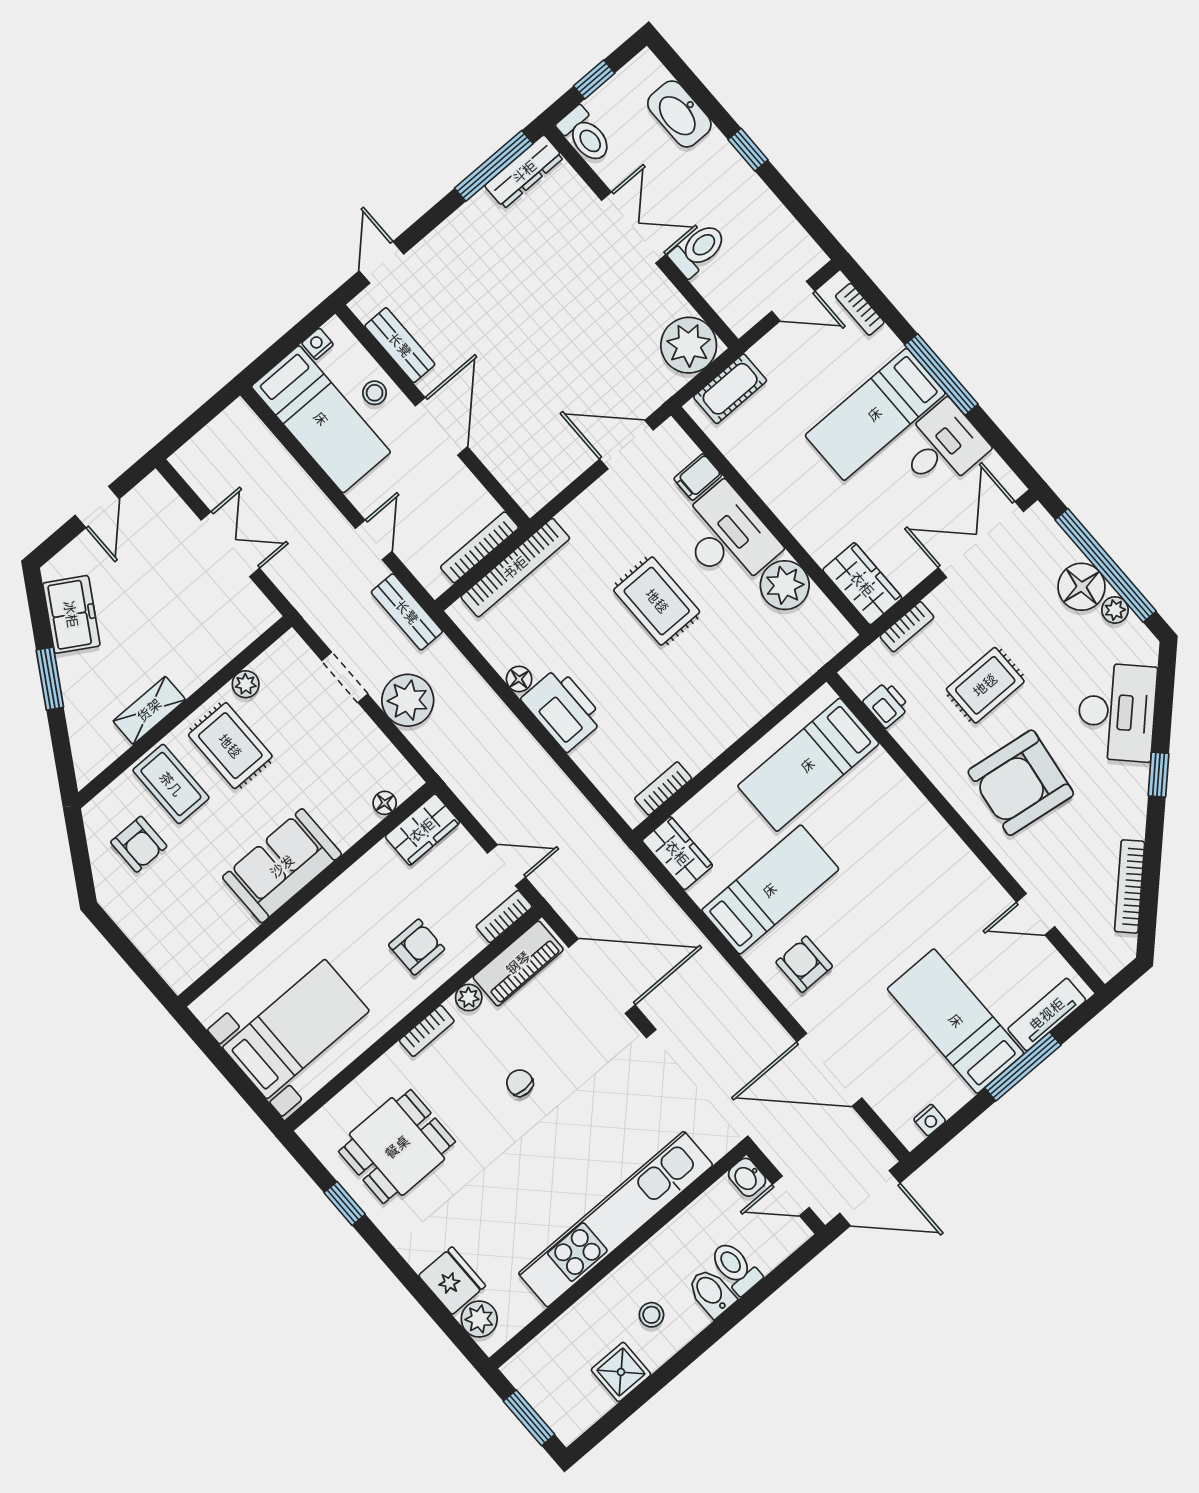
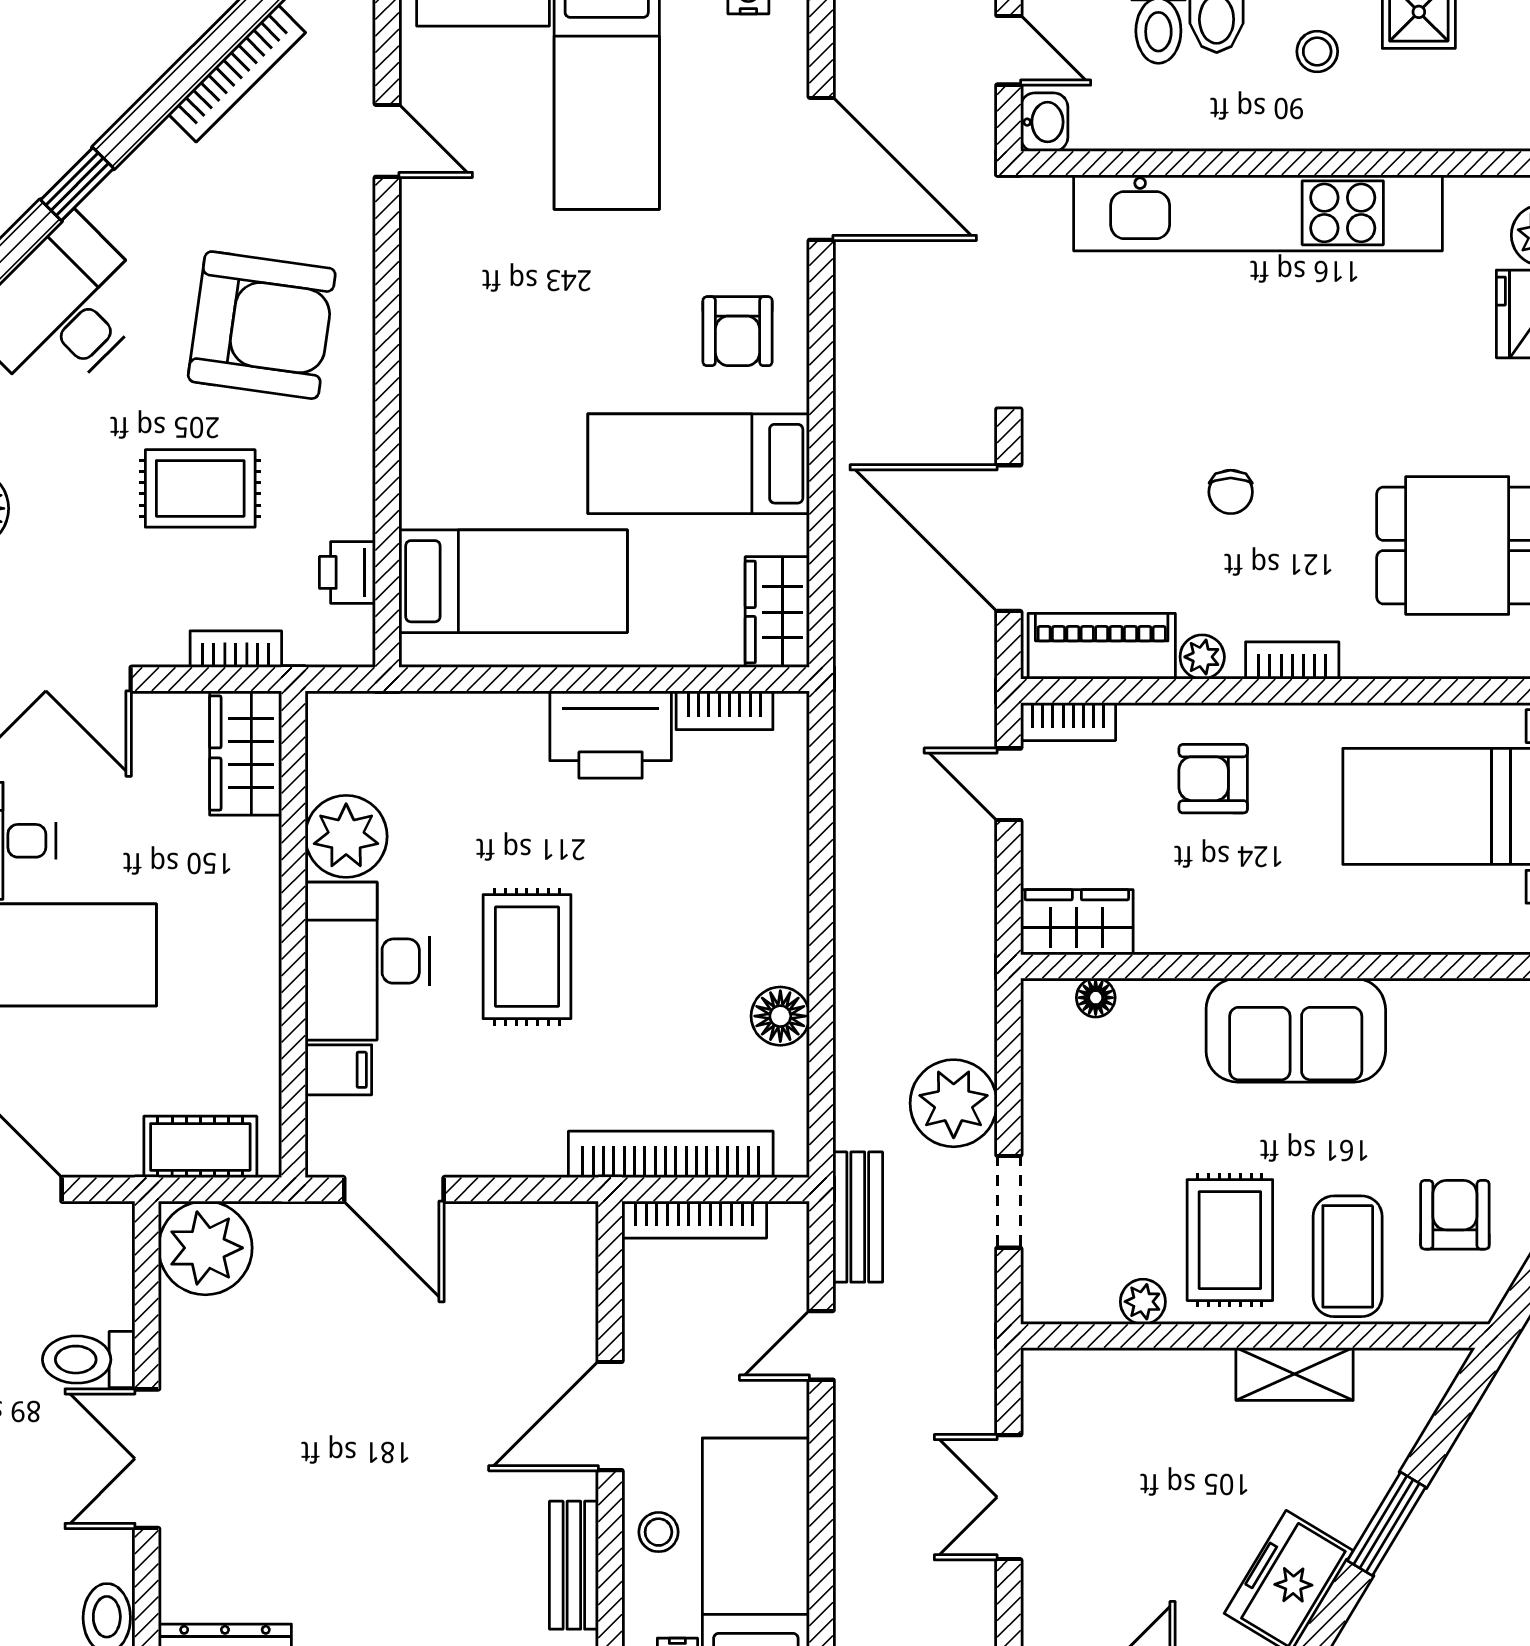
floor lamp: (519, 679) -> (780, 1016), width x1.37, depth x1.37
printer: (563, 709) -> (611, 735), moved, turned -90

